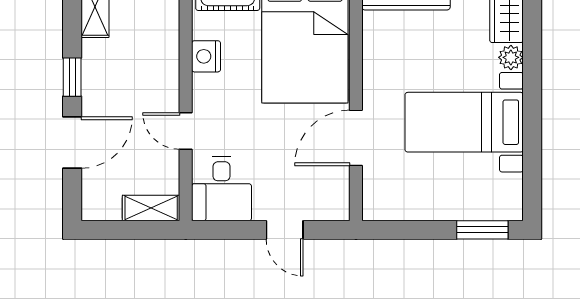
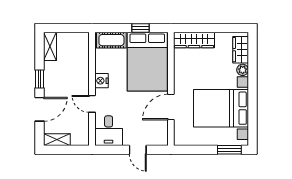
nightstand: (206, 56) -> (101, 81), moved
bed with nightstands: (464, 122) -> (221, 108), width x1.36
shelving: (151, 208) -> (57, 140), moved

